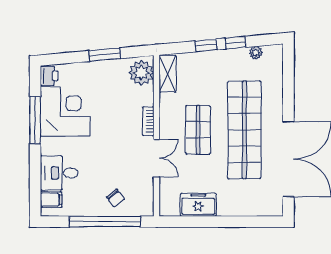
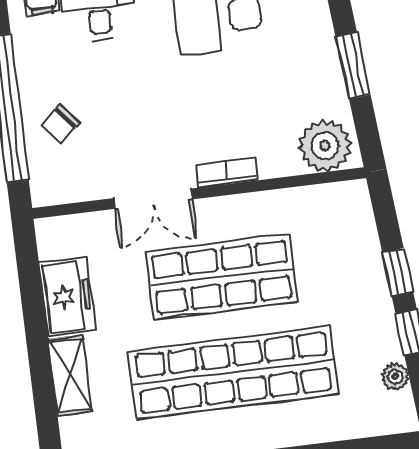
shelving: (168, 74) -> (70, 375), moved, turned 90
shop shelf: (198, 130) -> (221, 277), width x1.43, depth x1.36

